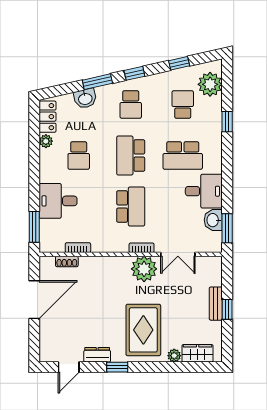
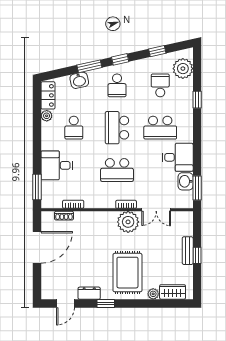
school desk: (131, 206) -> (117, 170), turned 90

